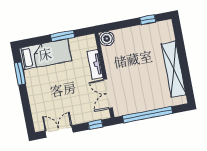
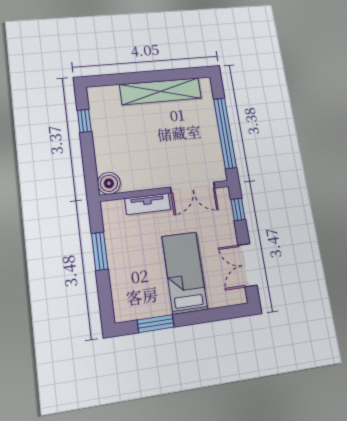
bed: (45, 54) -> (185, 273), moved

